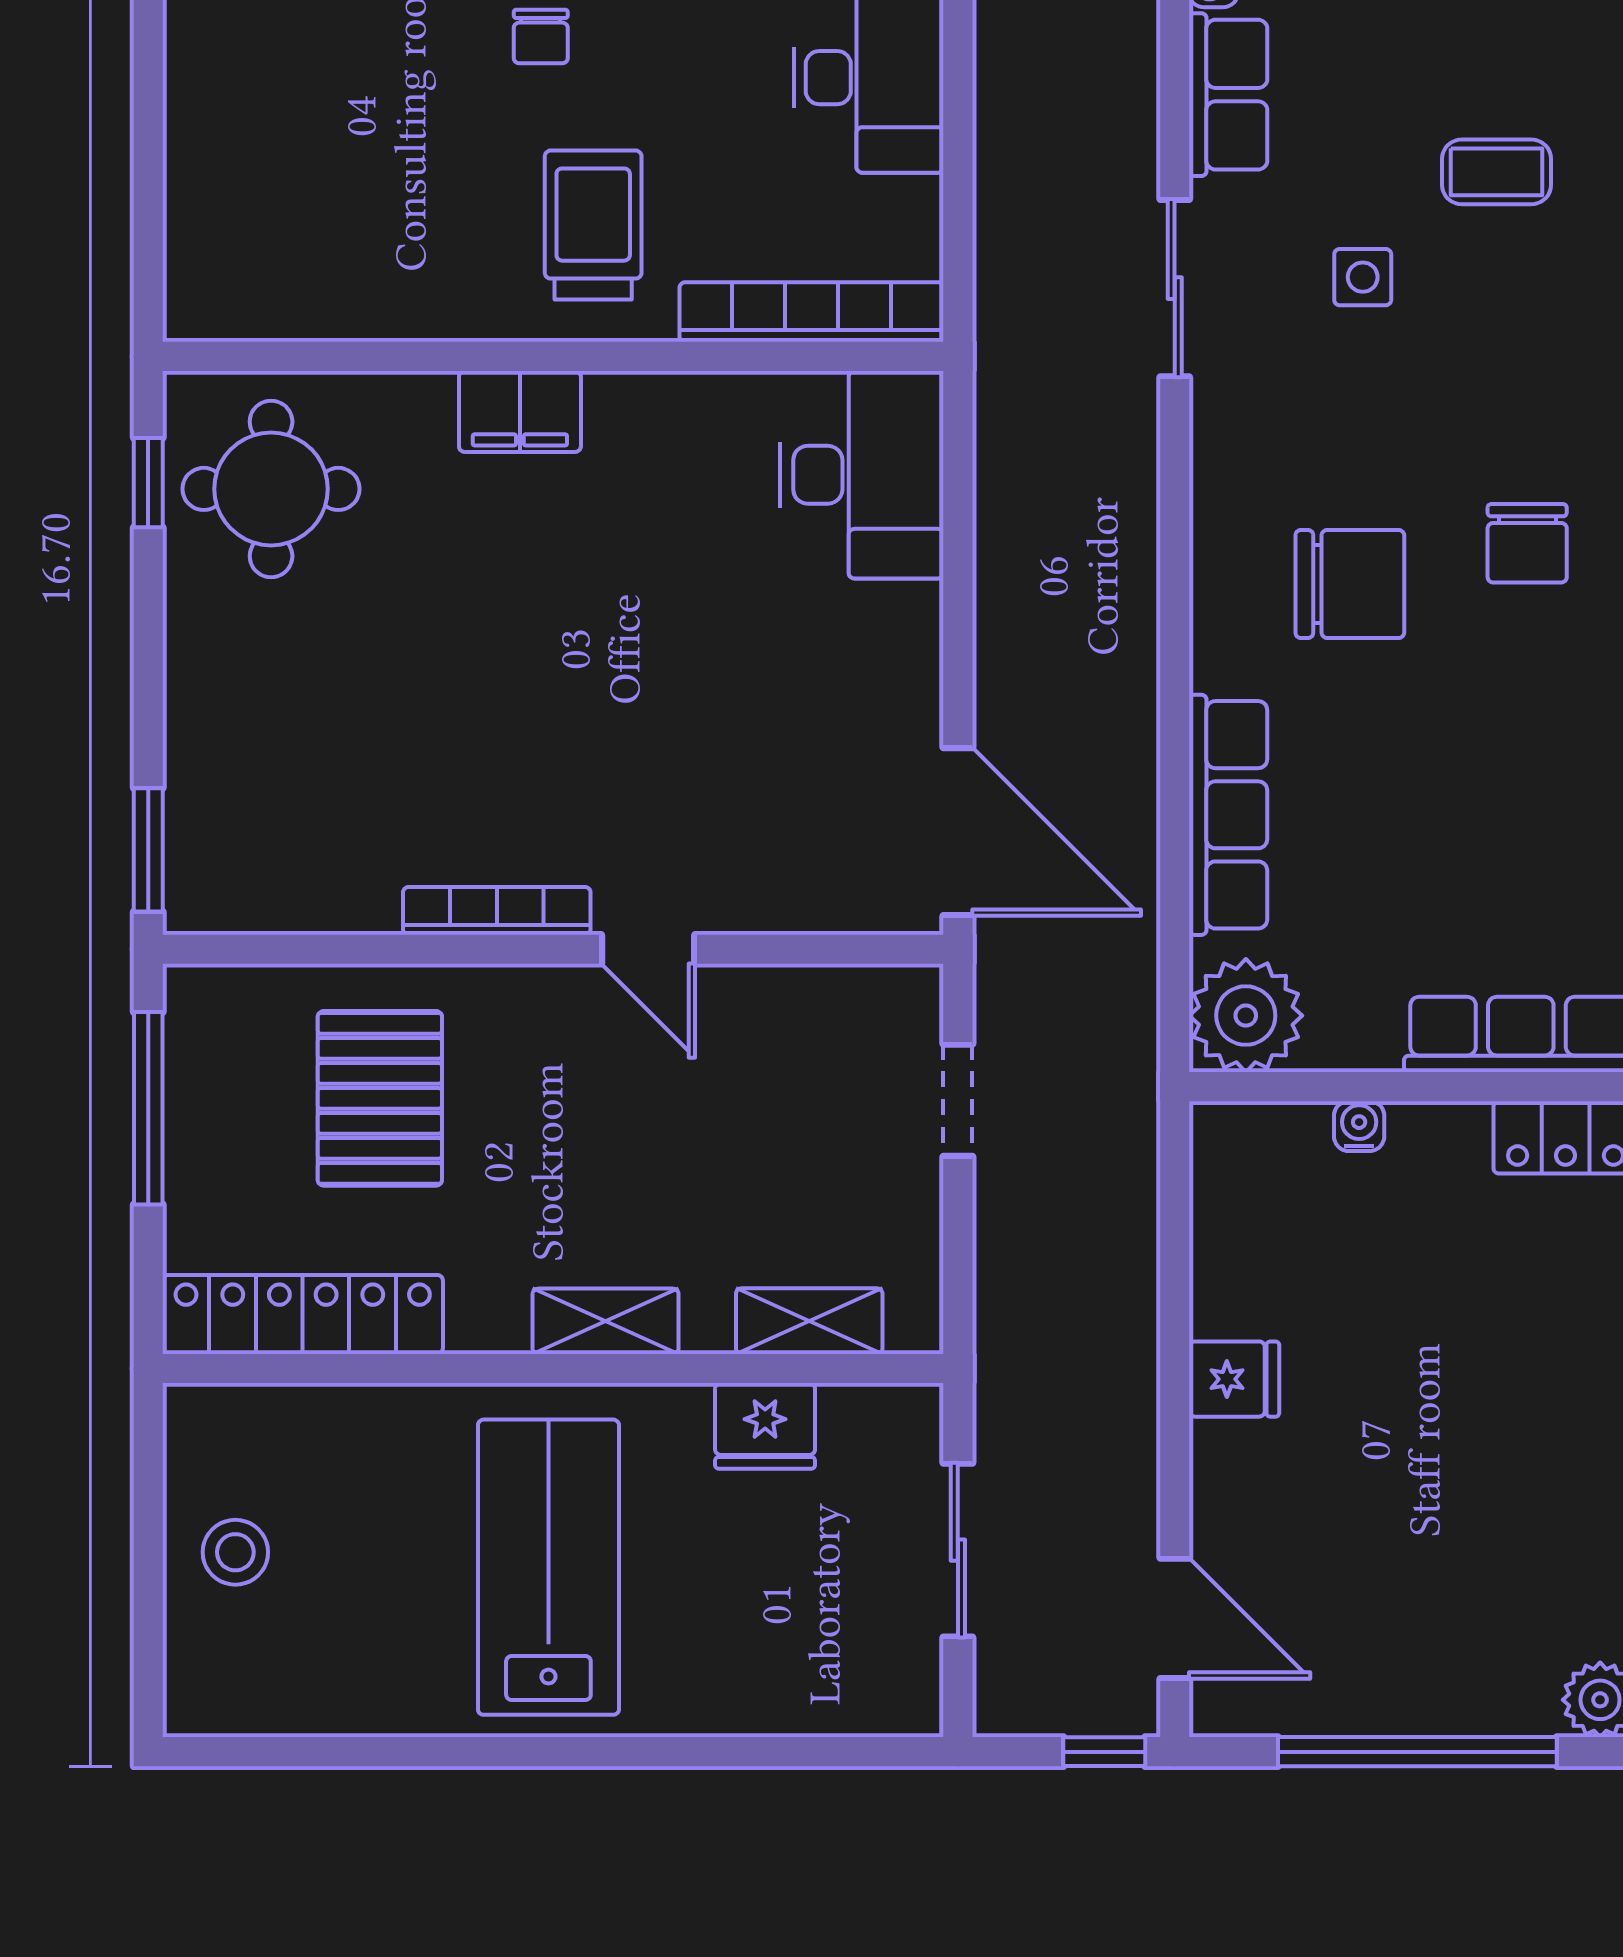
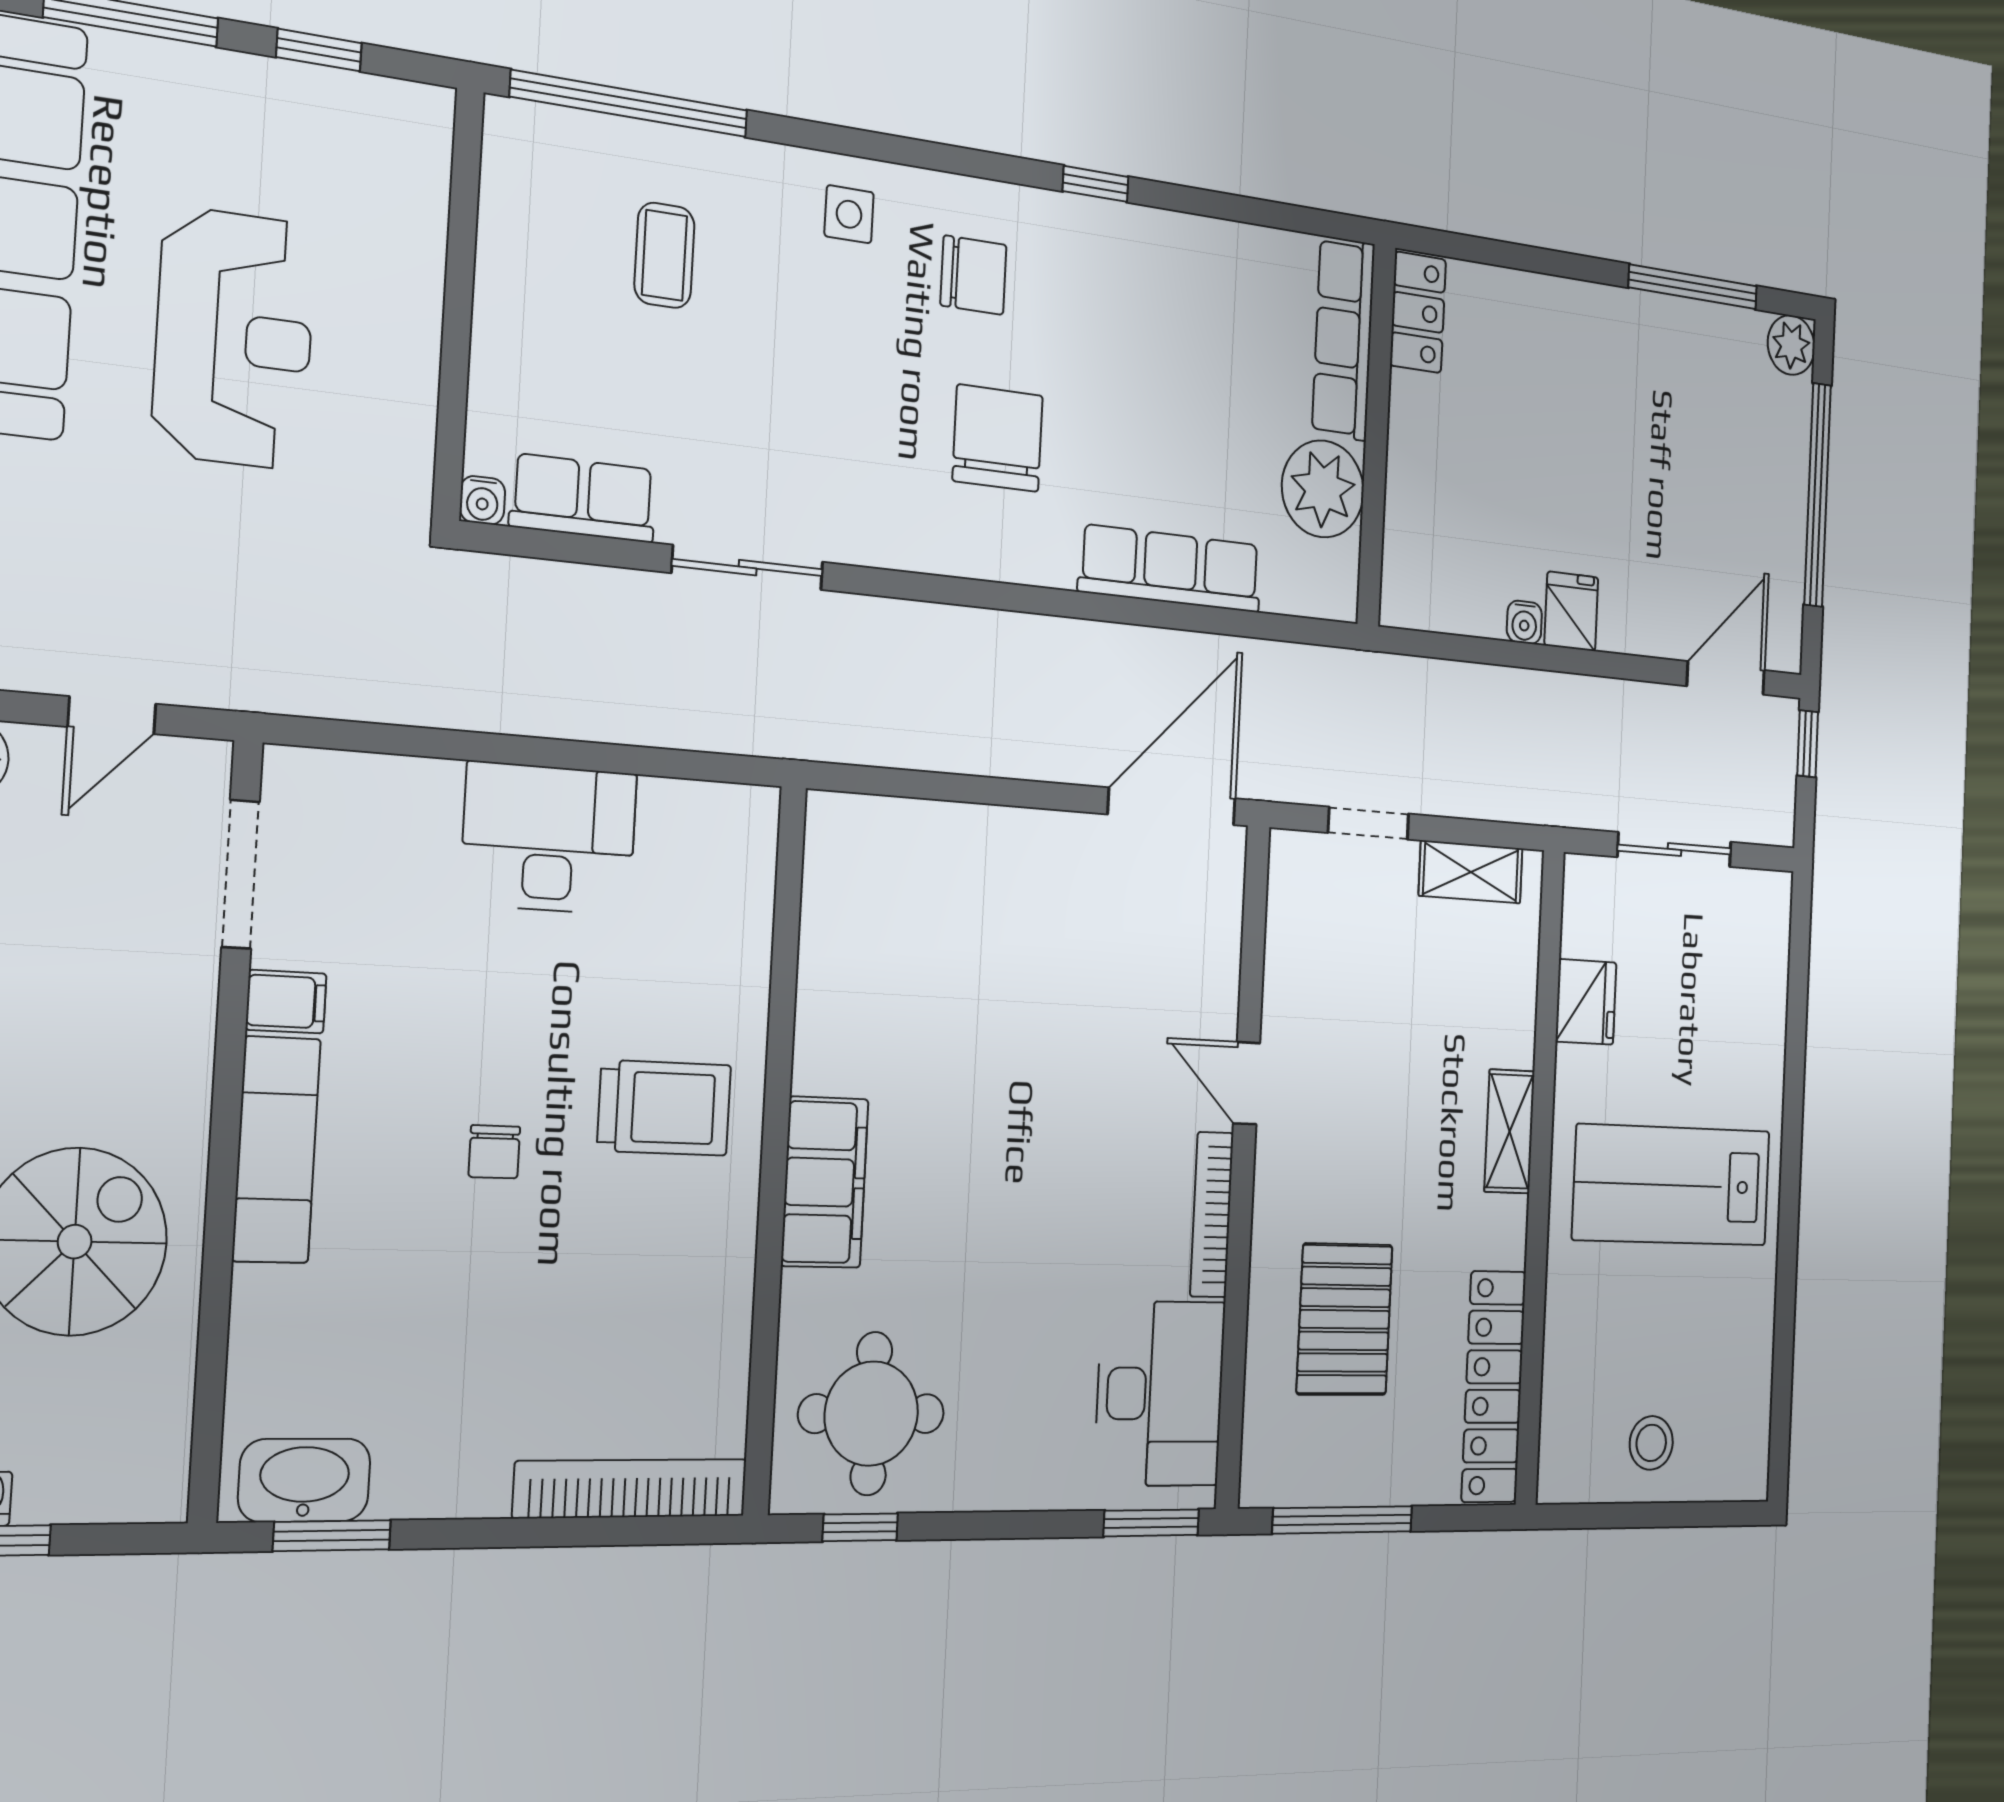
chair: (541, 36) -> (494, 1152), turned 90
trolley: (593, 225) -> (664, 1108), turned 180
side table: (1363, 277) -> (849, 214), moved
bookcase: (812, 312) -> (631, 1489), moved, turned 90
filing cabinet: (520, 411) -> (825, 1182), width x1.50, depth x1.17
desk: (862, 475) -> (1160, 1394), moved, turned 90
door: (648, 949) -> (1247, 1083), swing flipped
plant: (1246, 1016) -> (1323, 489), moved
pallet: (380, 1098) -> (1345, 1319), turned 90
water cooler: (1359, 1126) -> (1524, 622), moved, turned -90
shelving: (809, 1321) -> (1471, 872), moved, turned 90

